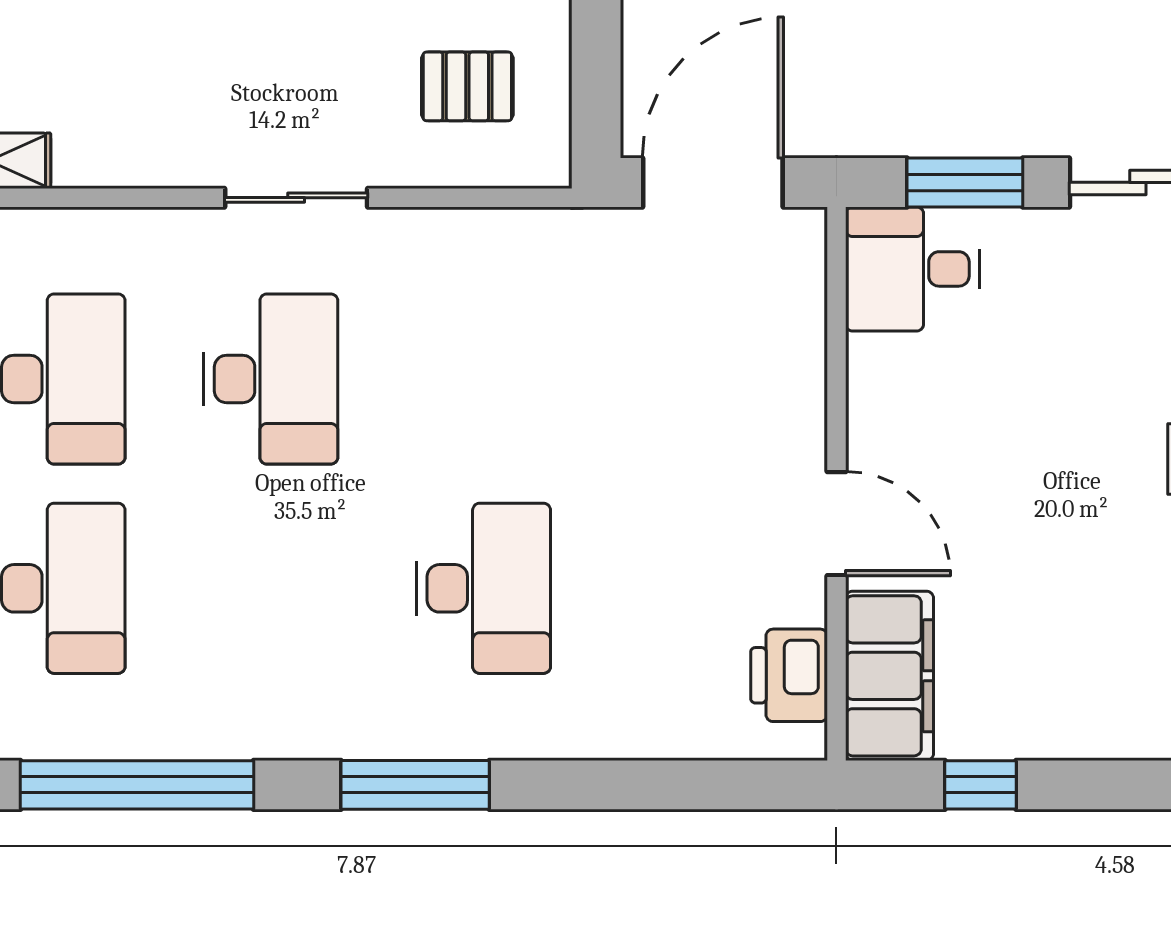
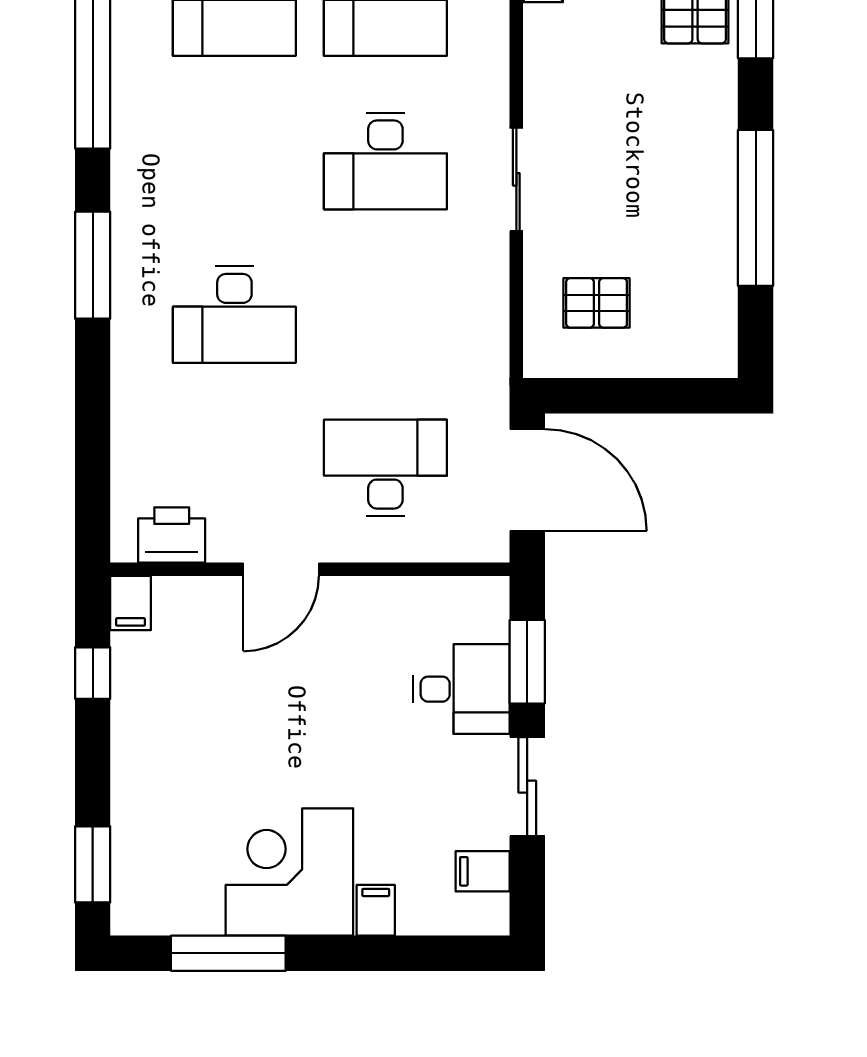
pallet: (467, 86) -> (597, 303), turned 90
desk: (913, 269) -> (461, 689), moved, turned 90
desk: (696, 379) -> (385, 468), added
filing cabinet: (890, 676) -> (131, 603), width x0.33, depth x0.86

